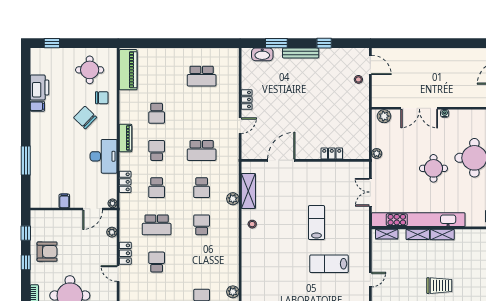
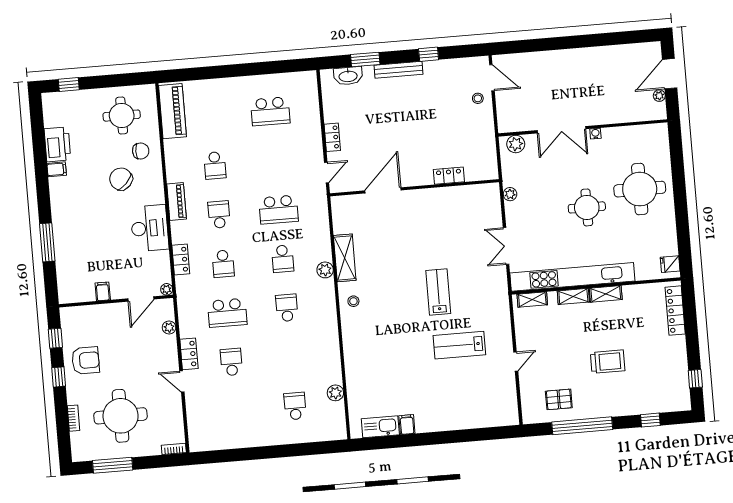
locker: (332, 154) -> (449, 176), moved
door: (281, 160) -> (383, 190), moved
wall: (305, 160) -> (415, 188), moved

